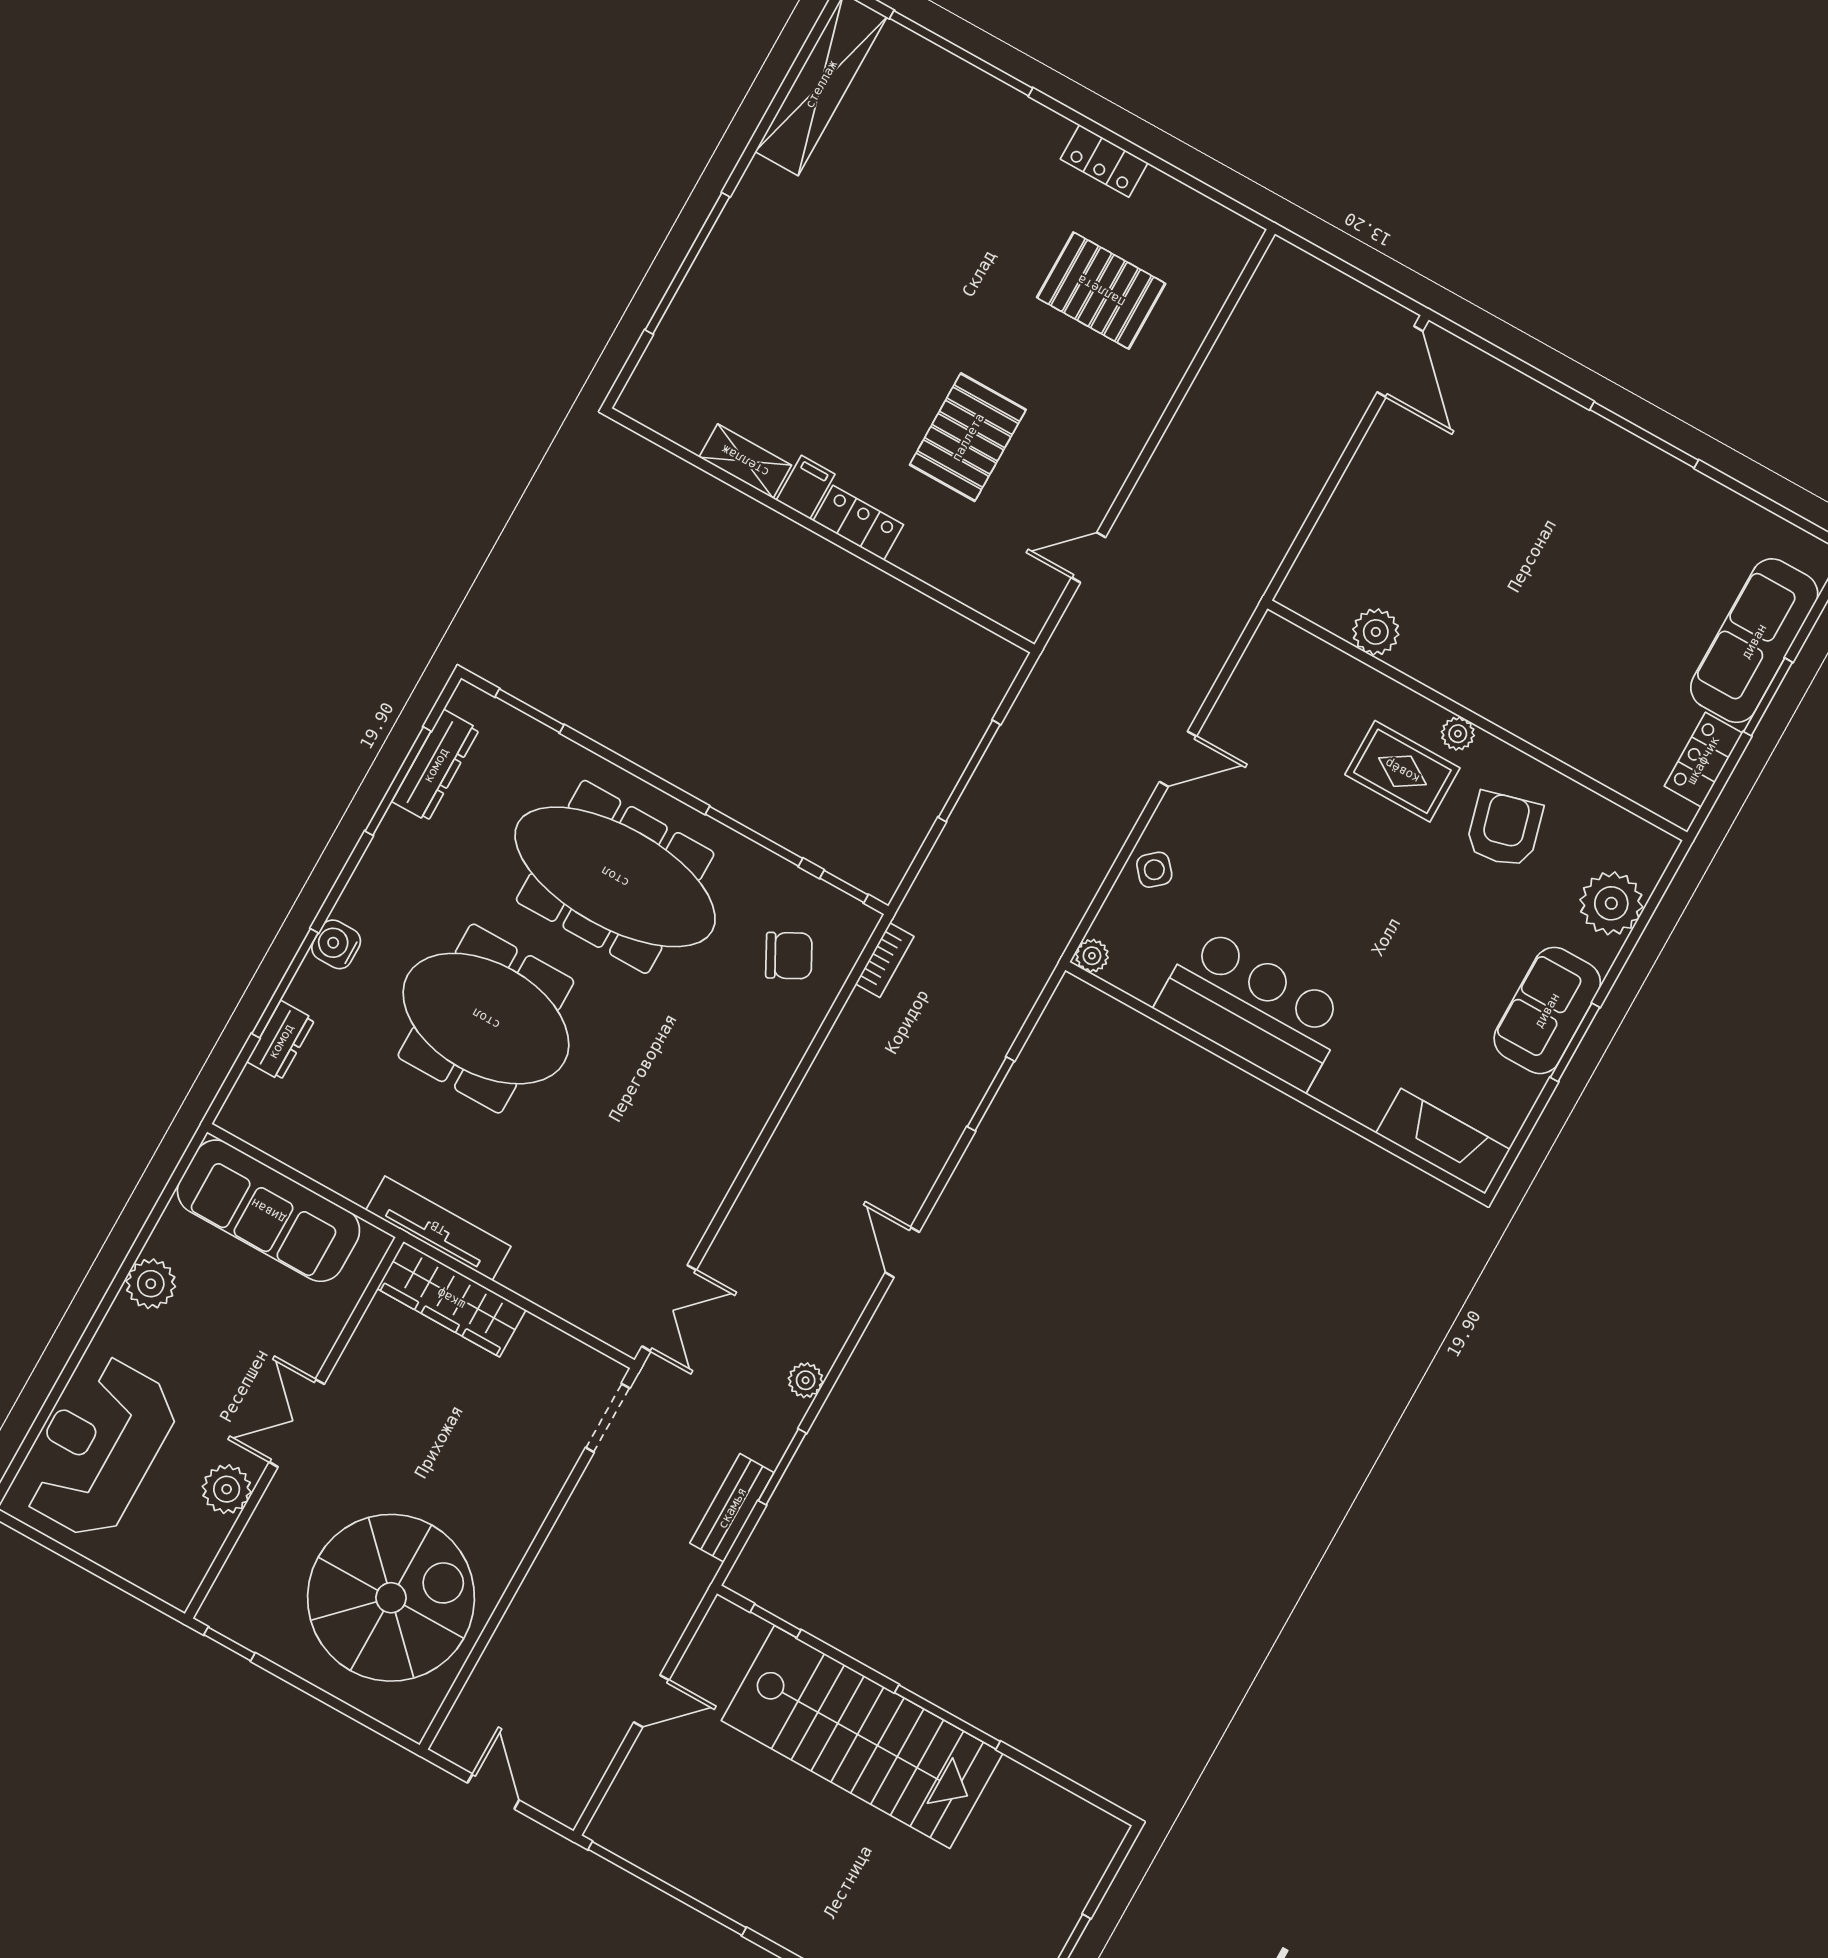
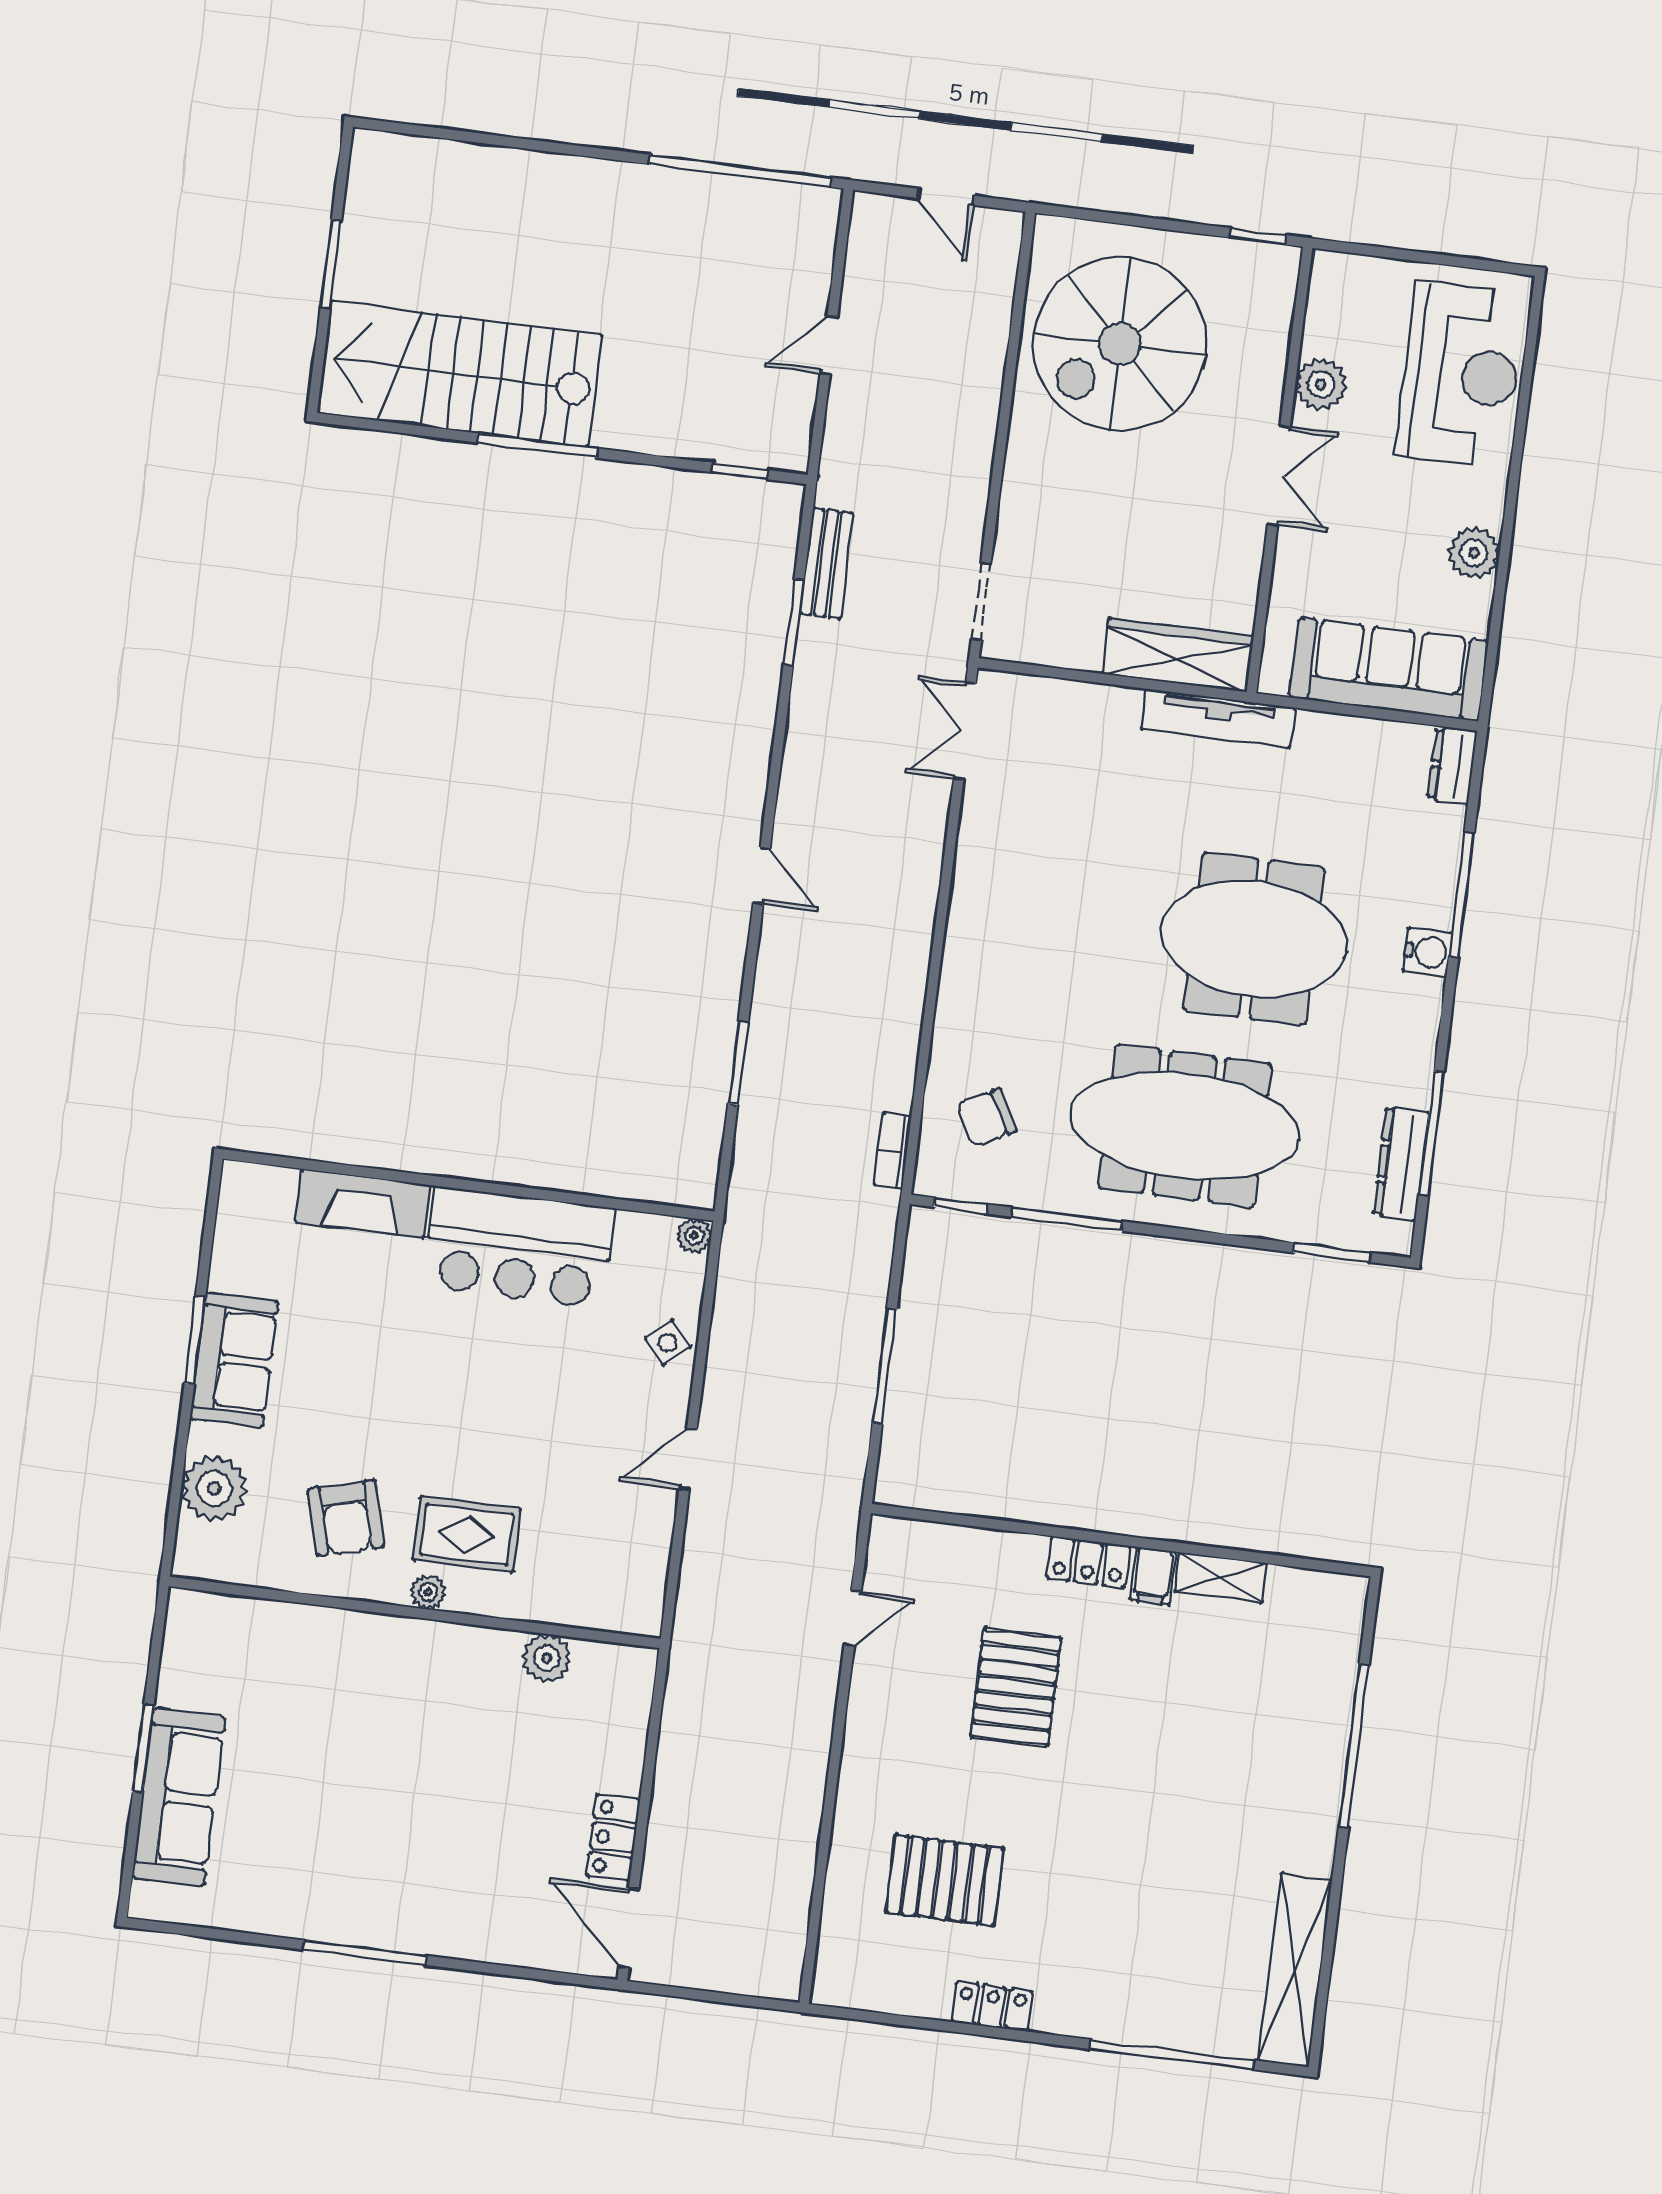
locker: (1703, 760) -> (613, 1838), moved, turned 180
dresser: (281, 1041) -> (1452, 766), moved
fireplace: (1443, 1141) -> (363, 1203), moved
plant: (806, 1380) -> (805, 715), removed
stairs: (862, 1737) -> (460, 374), moved

